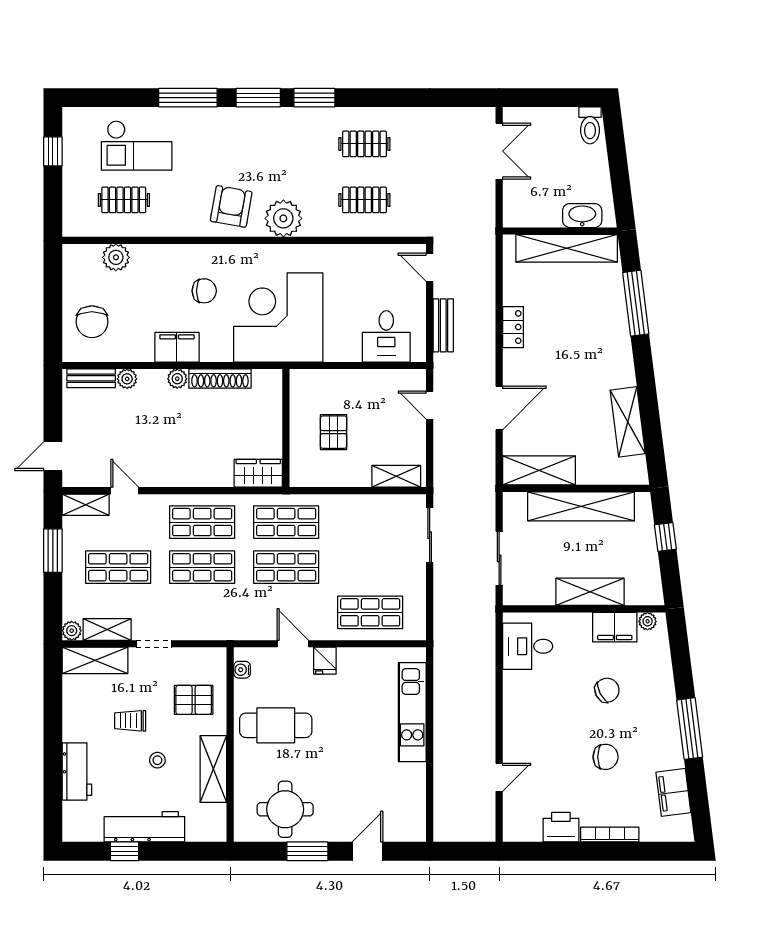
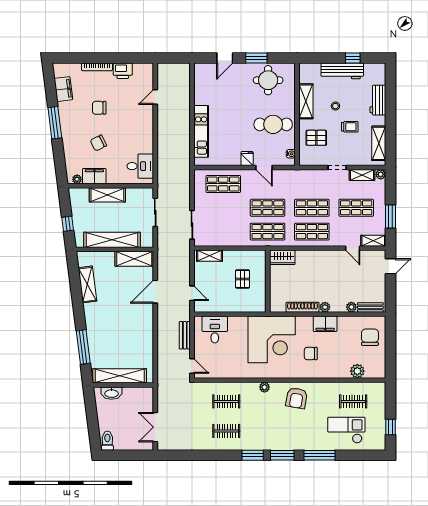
plant: (283, 218) -> (264, 387), width x0.53, depth x0.53
locker: (513, 327) -> (148, 334), removed
shelving: (95, 660) -> (379, 143), moved, turned 90

